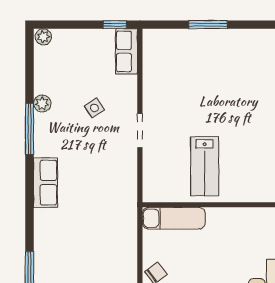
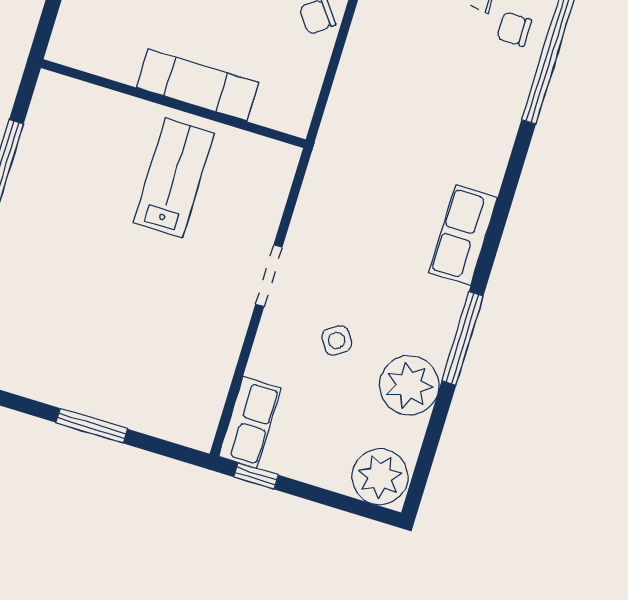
plant: (43, 37) -> (380, 477), width x1.88, depth x1.88
plant: (42, 103) -> (409, 385), width x1.88, depth x1.88
exam couch: (174, 218) -> (197, 85), moved

